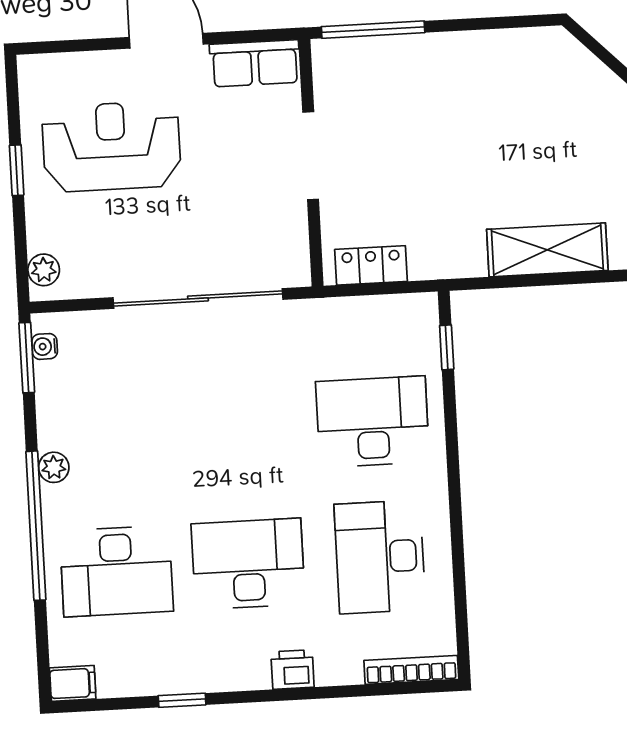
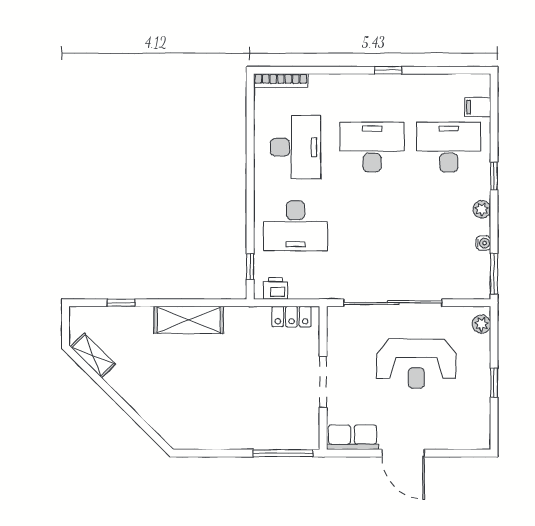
reception desk: (111, 146) -> (416, 364), moved
water cooler: (45, 346) -> (483, 243), moved
window: (36, 526) -> (494, 176), width x0.32
desk: (248, 564) -> (372, 147), turned 180
printer: (292, 669) -> (275, 288), moved, turned 180
filing cabinet: (73, 683) -> (478, 107), moved
window: (182, 700) -> (388, 70), moved

